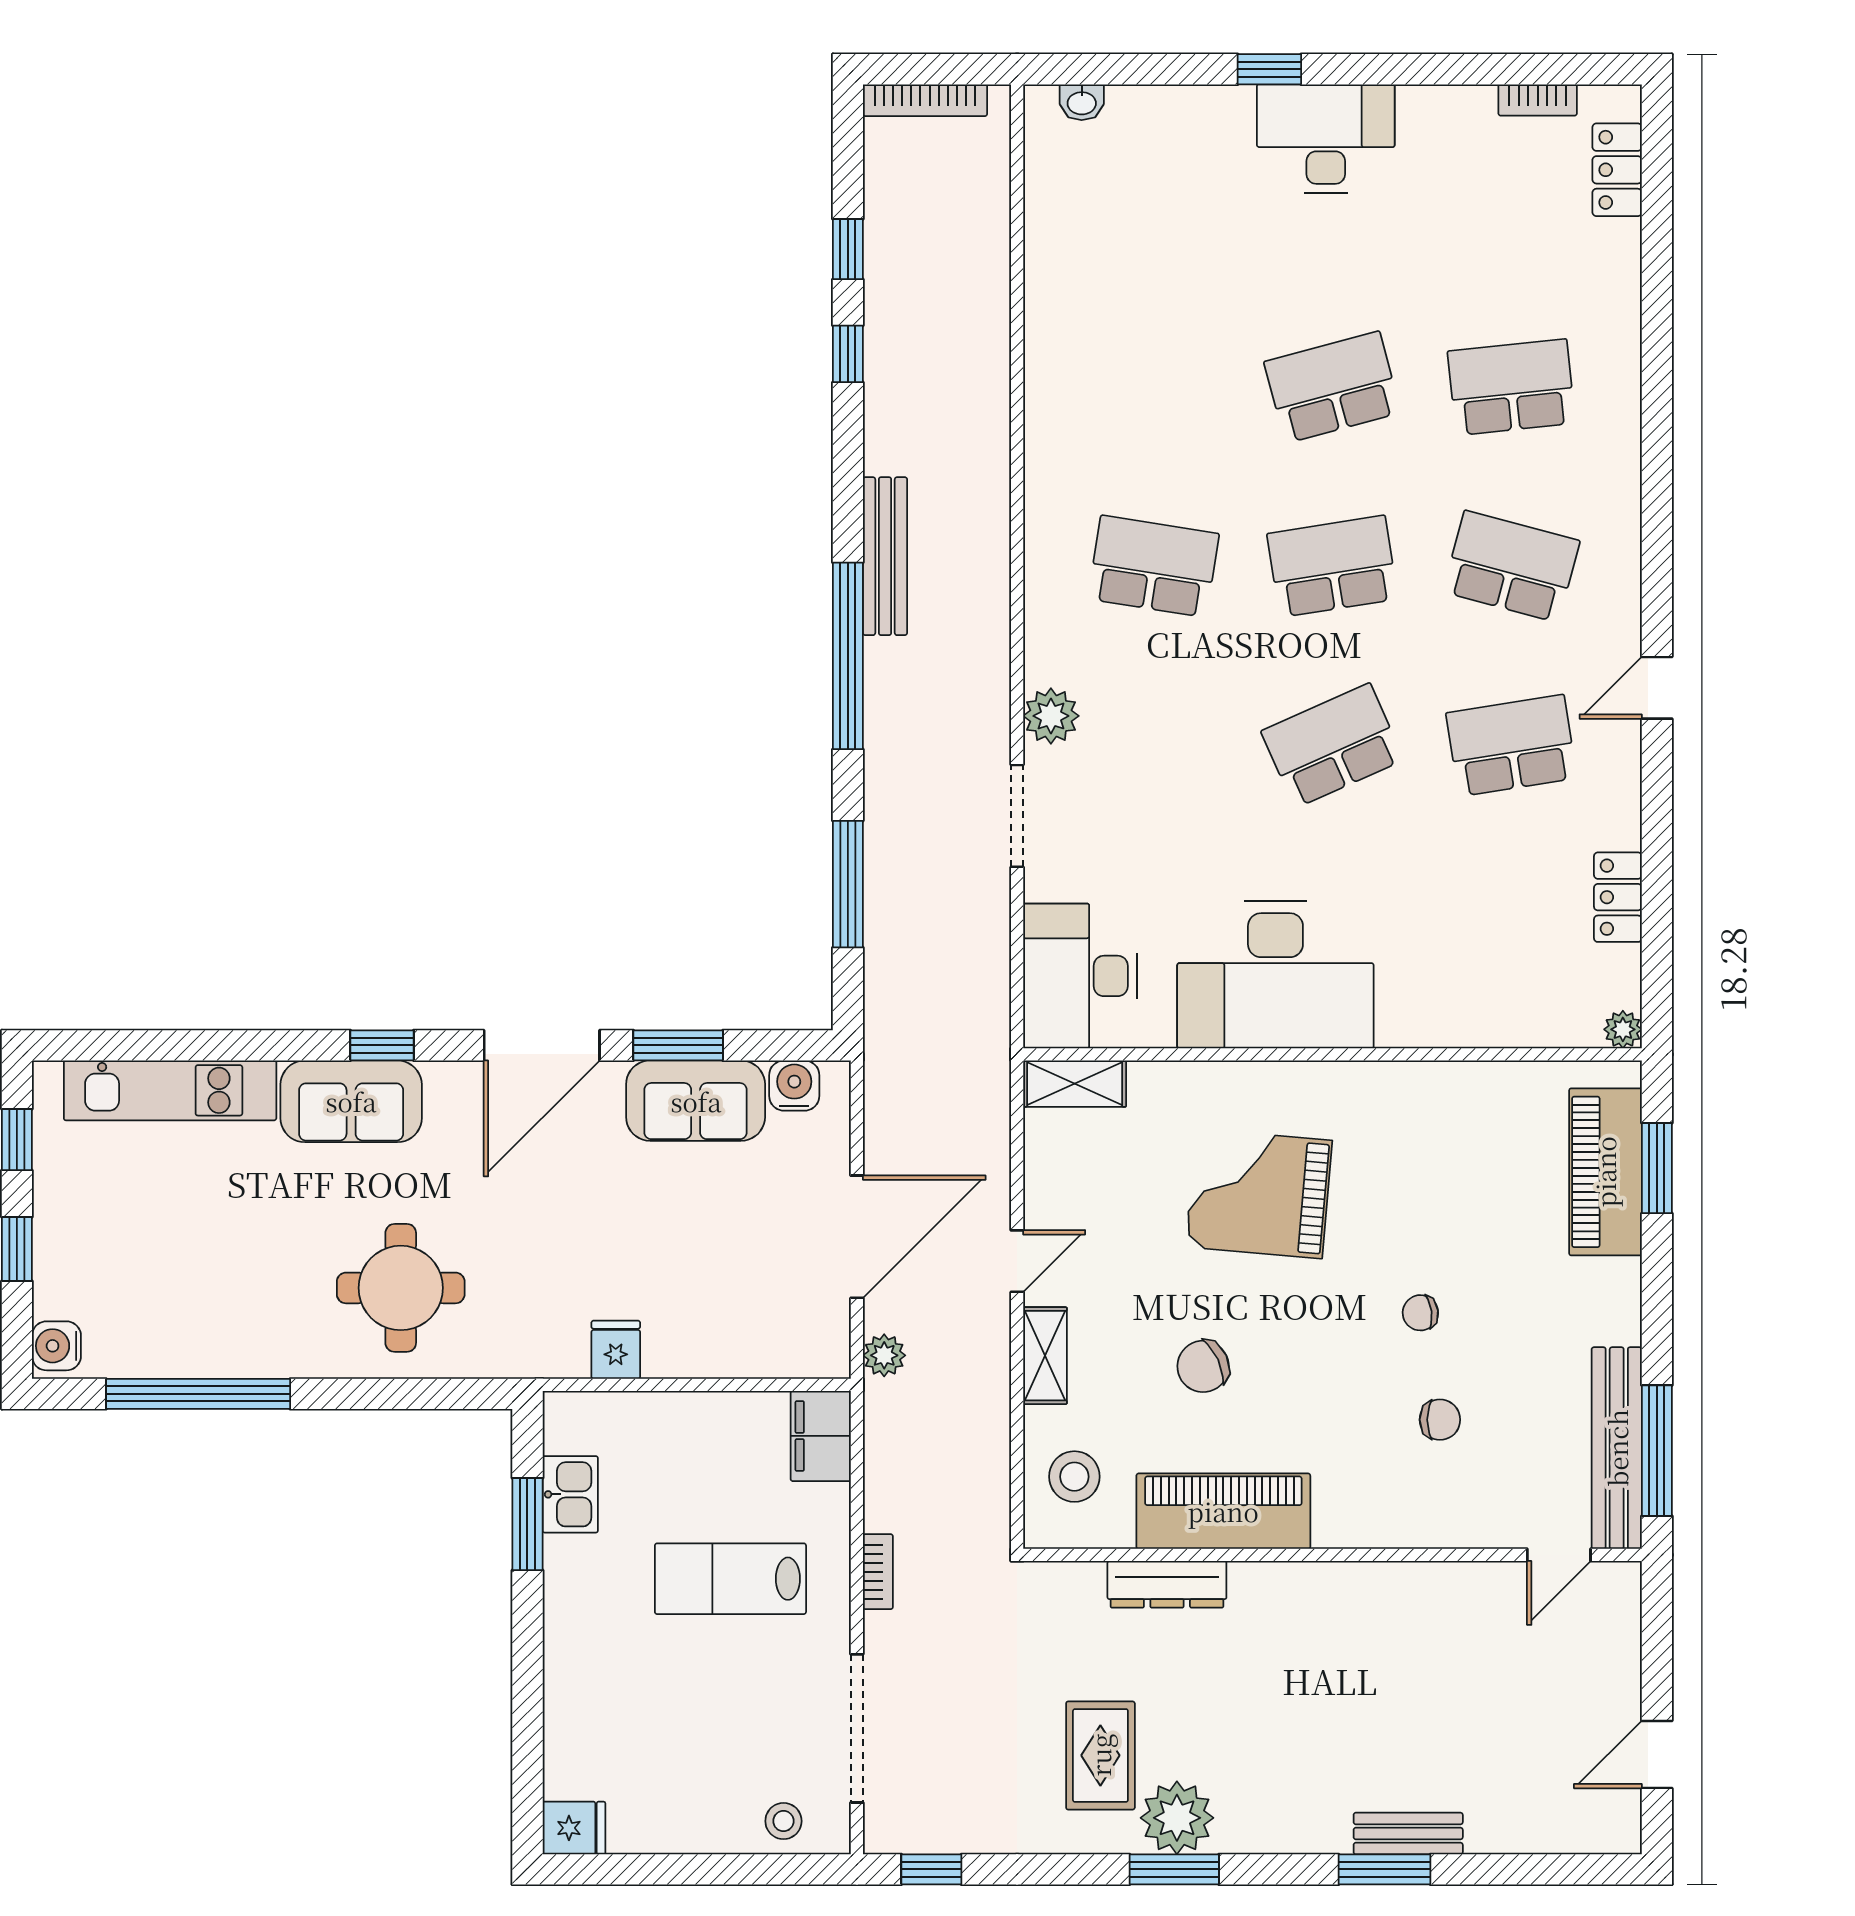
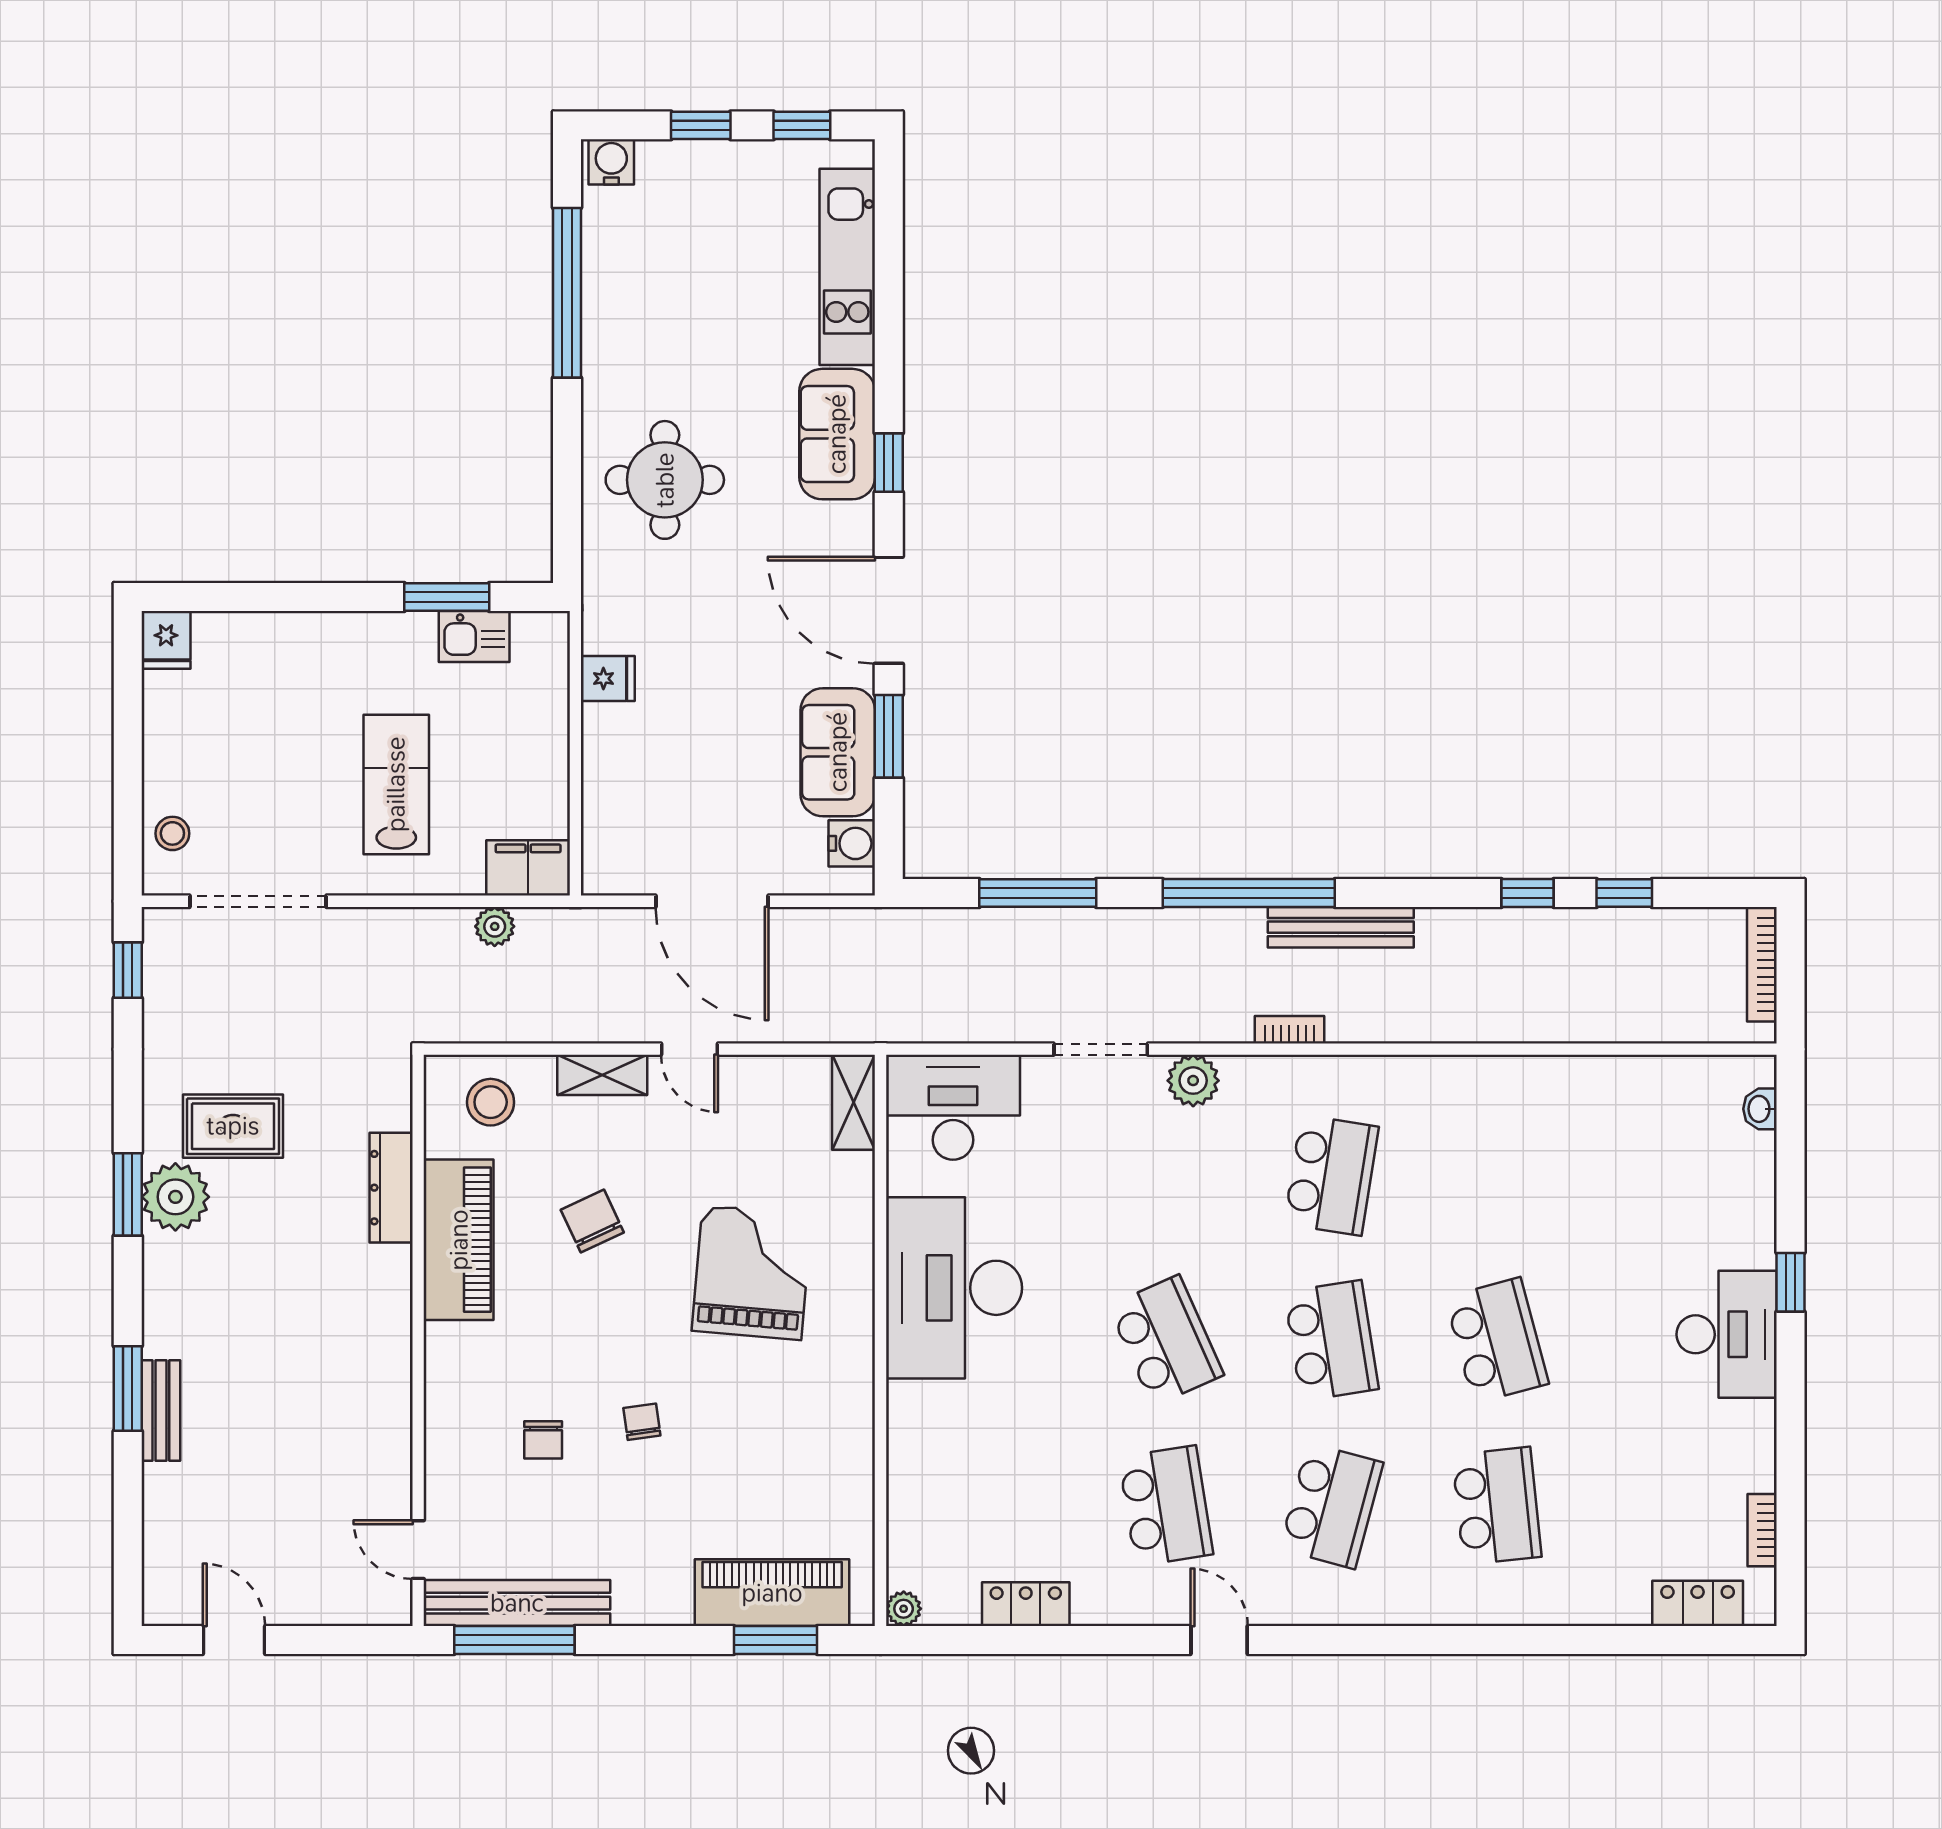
plant: (884, 1355) -> (495, 926), moved
bookcase: (878, 1572) -> (1289, 1030), moved, turned 180

